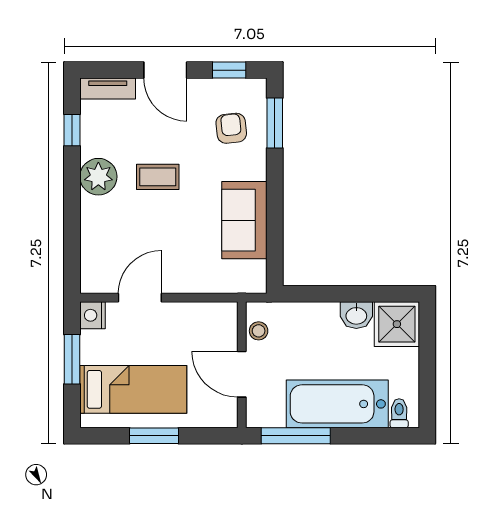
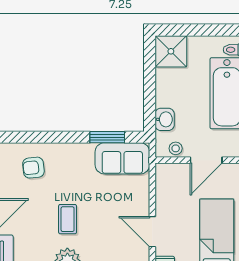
window: (275, 123) -> (107, 137), moved
sofa: (244, 220) -> (122, 158), moved
washbasin: (356, 315) -> (165, 119), moved

